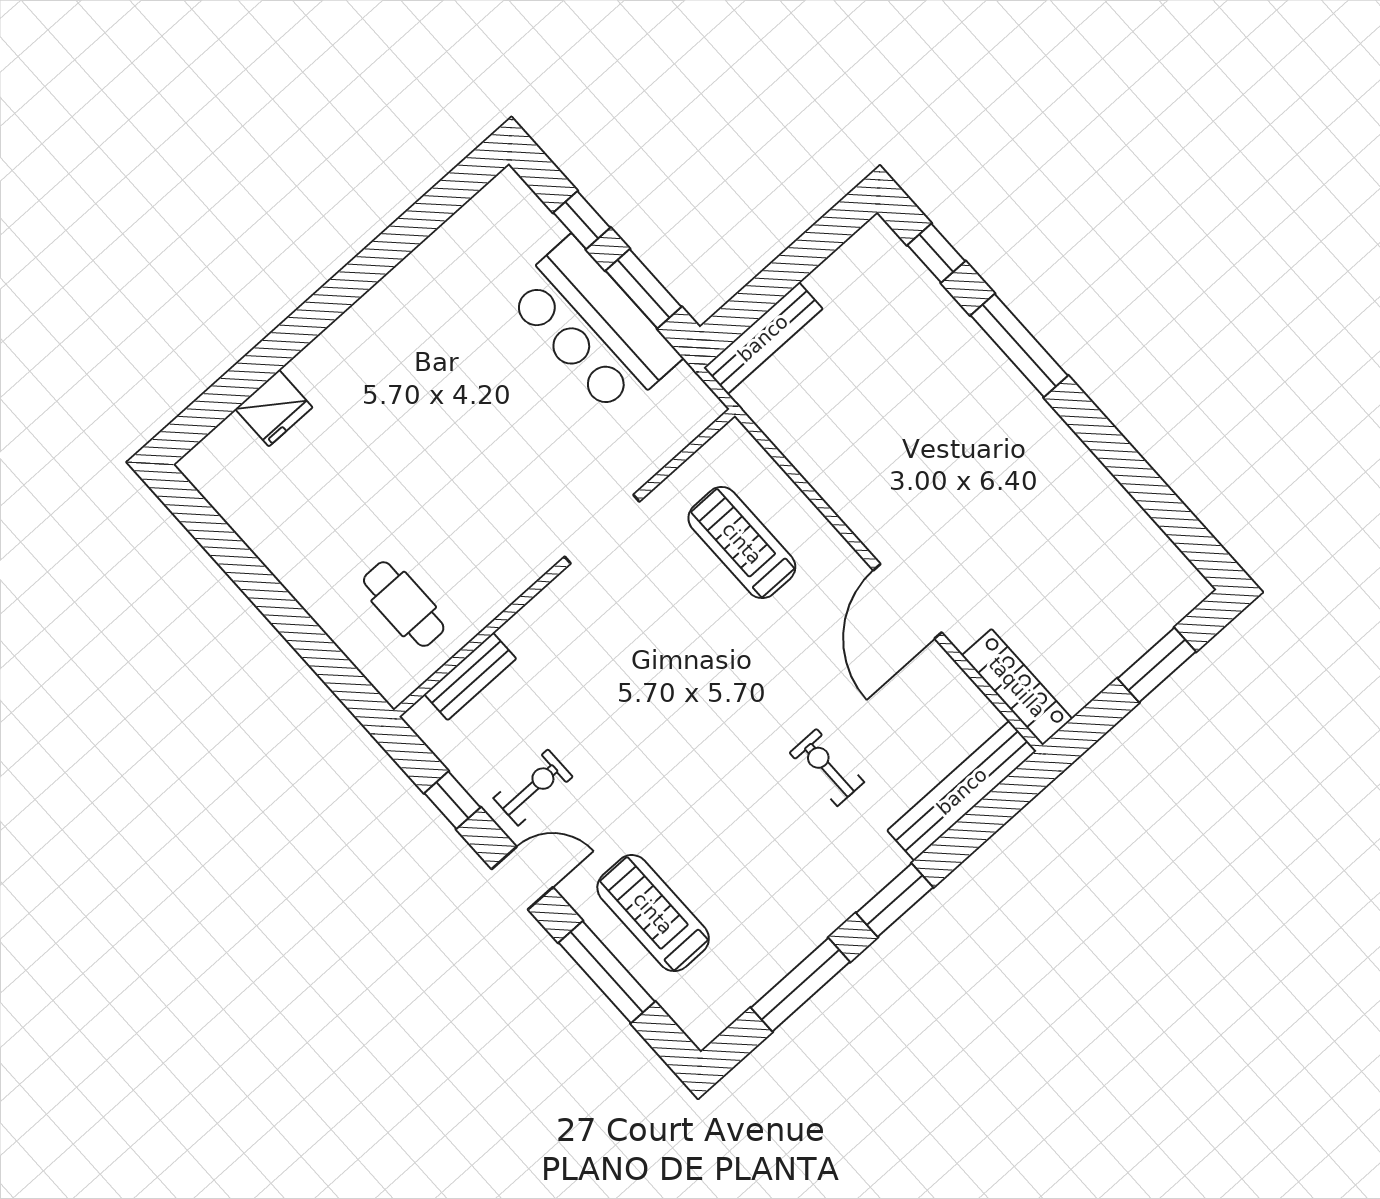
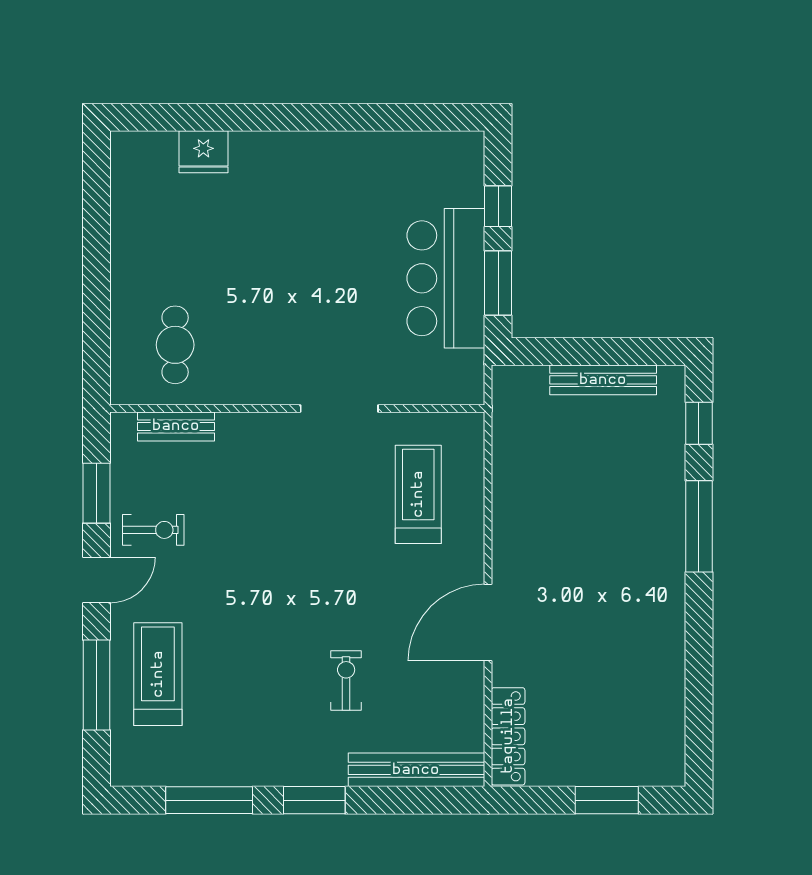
bench: (763, 338) -> (603, 380), moved
window: (452, 800) -> (96, 493), width x1.50
door: (522, 878) -> (96, 580), hinge flipped

